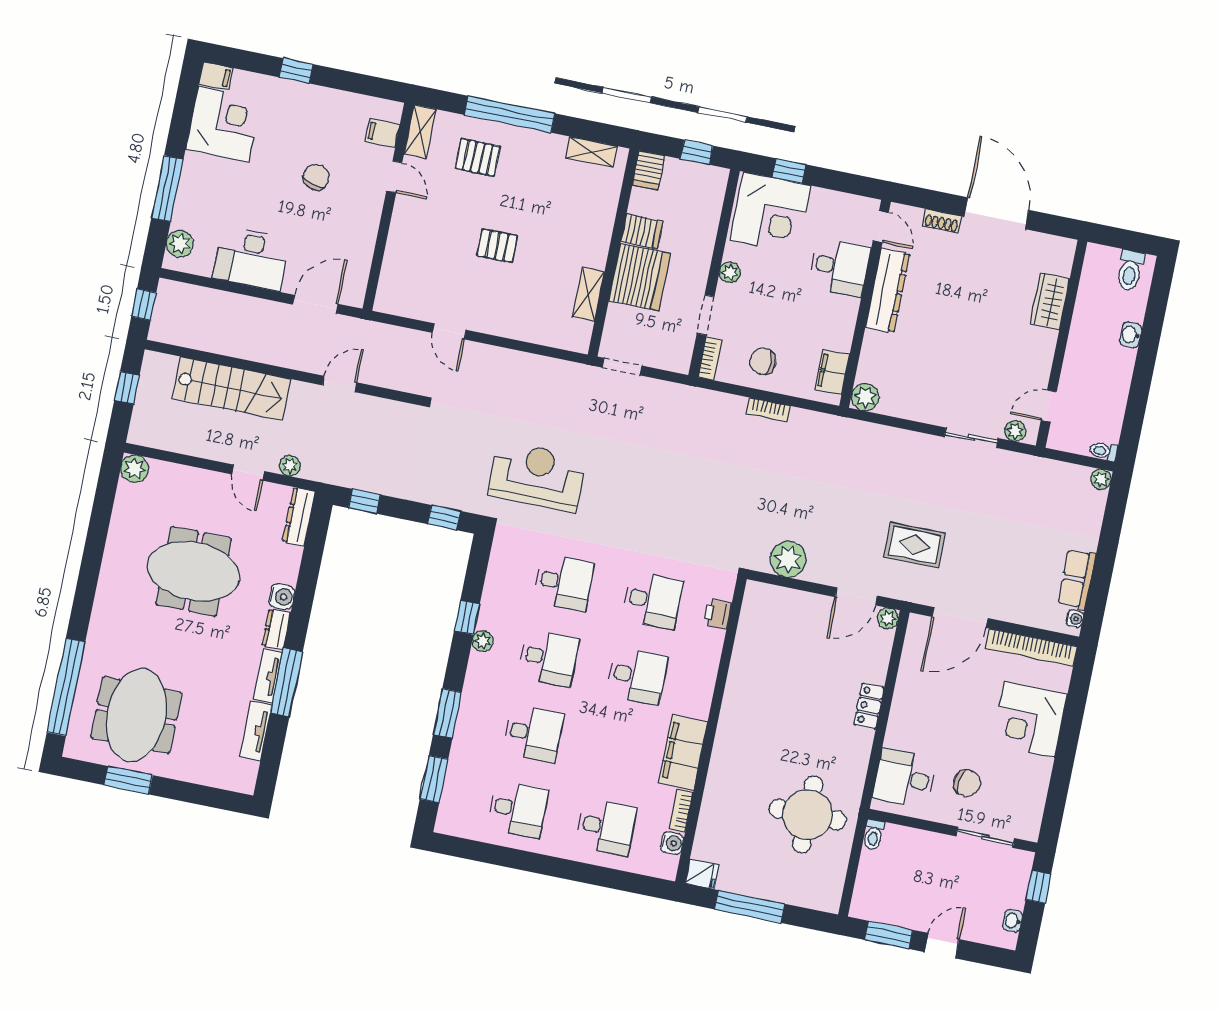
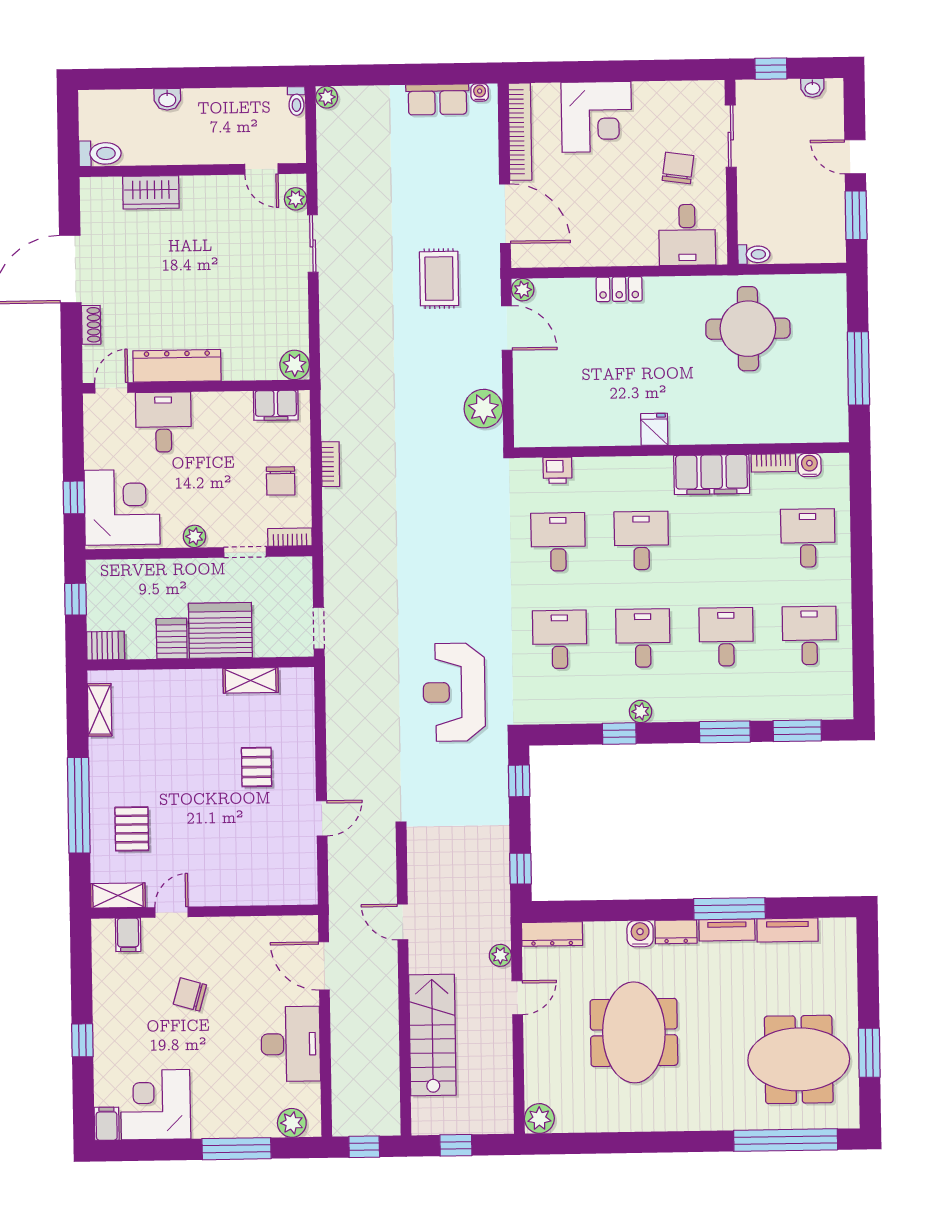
pallet: (497, 246) -> (257, 767), moved
toilet: (1130, 270) -> (100, 153), moved
fridge: (702, 874) -> (654, 429), moved

